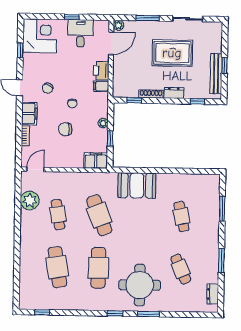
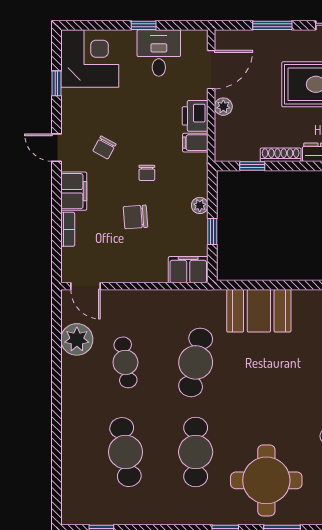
plant: (118, 25) -> (223, 107), moved
door: (35, 169) -> (86, 286), swing flipped
cafe table: (99, 215) -> (196, 362), turned 33

